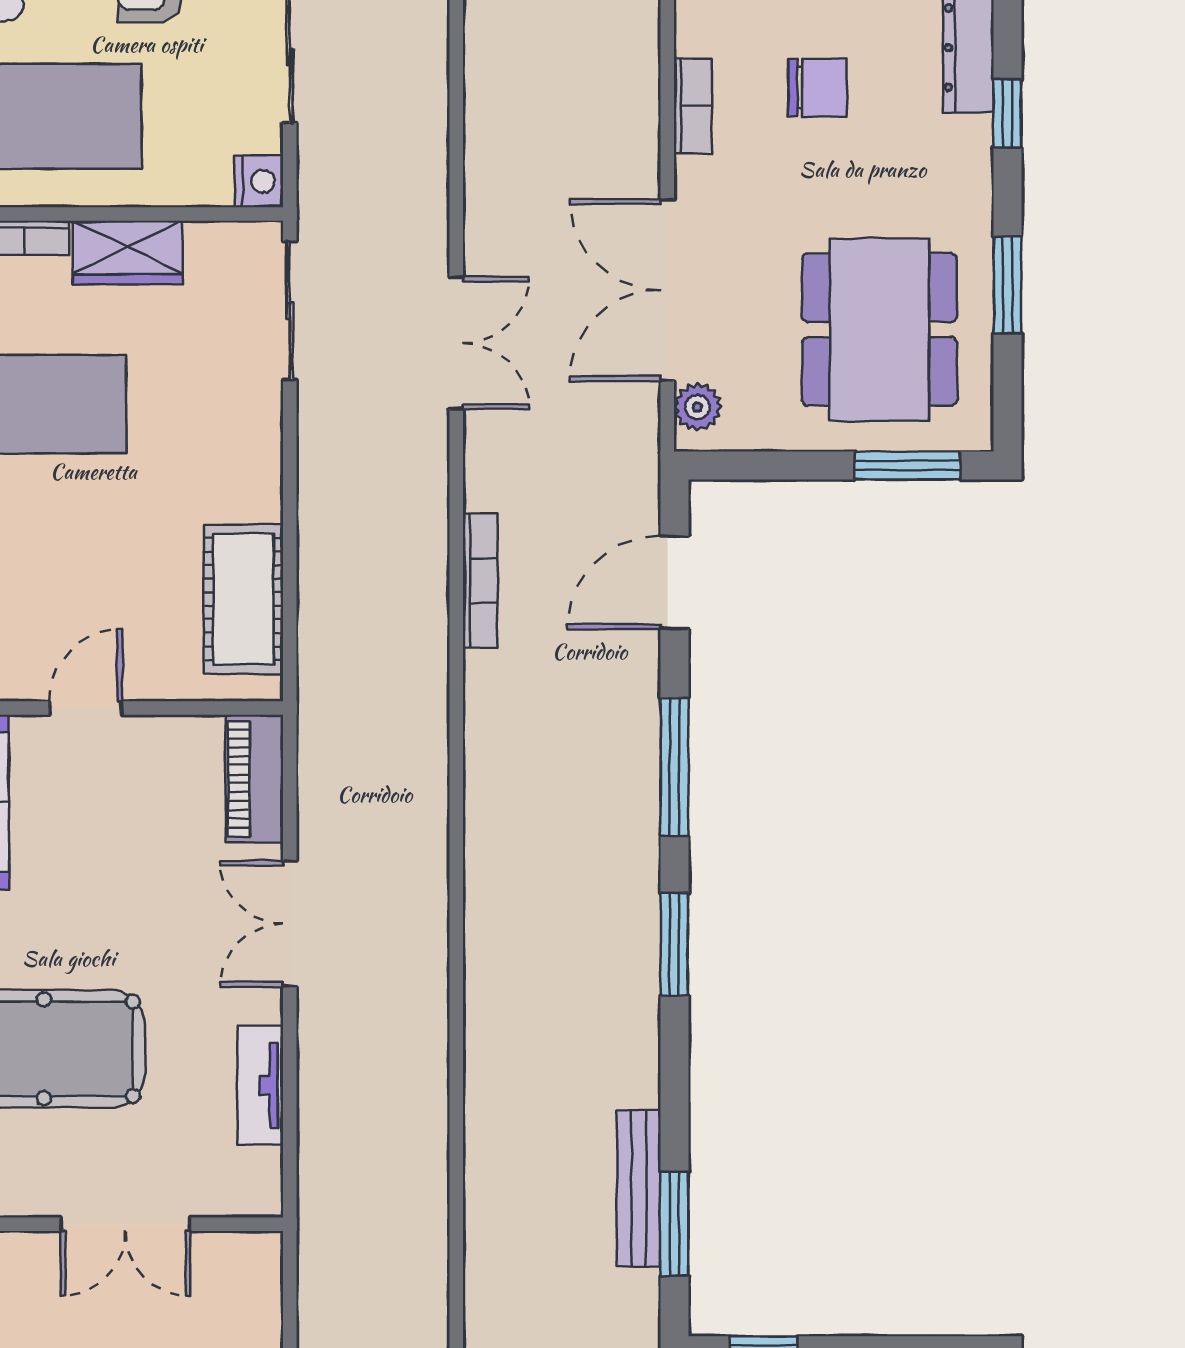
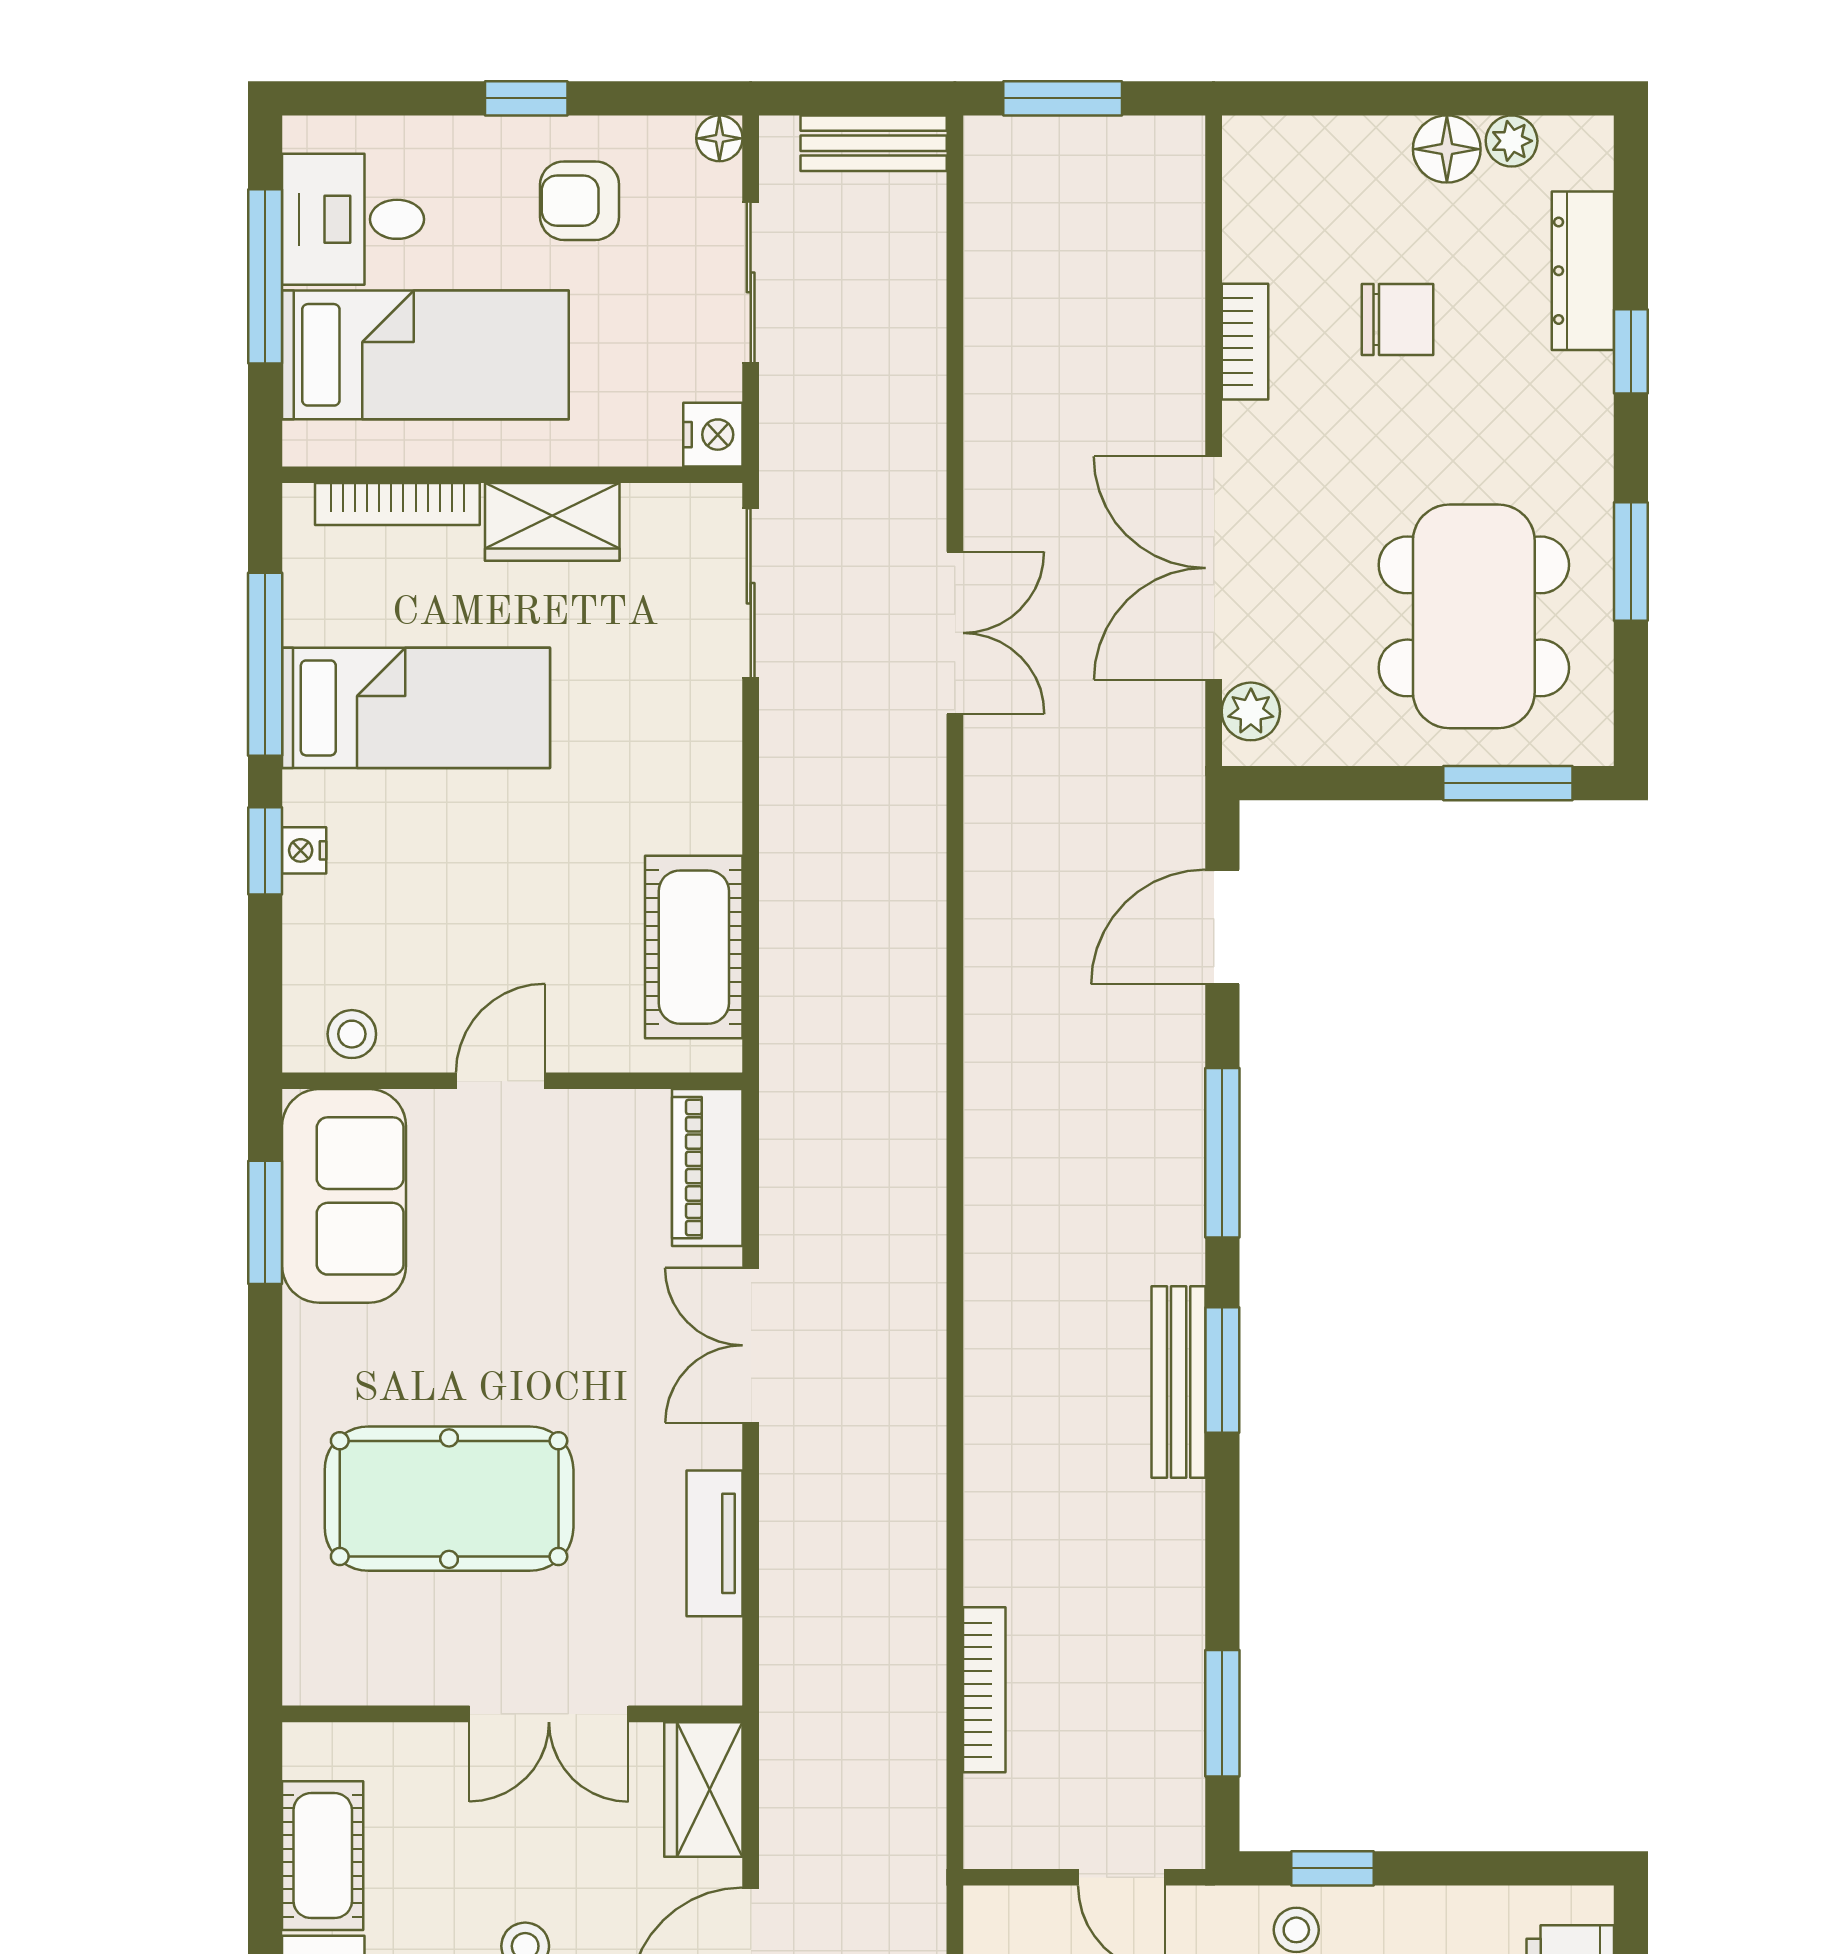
bookcase: (480, 581) -> (984, 1690), moved
bench: (639, 1188) -> (1179, 1382), moved
wardrobe: (251, 1286) -> (703, 1790), added

